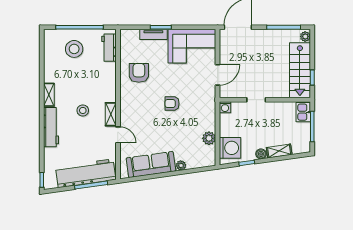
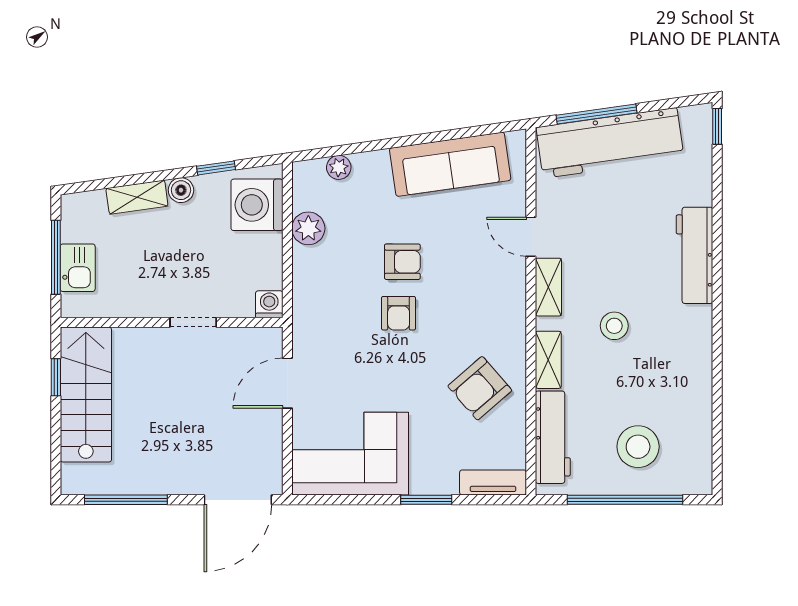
tv unit: (153, 34) -> (493, 483), moved
plant: (305, 36) -> (73, 477), removed
workbench: (109, 48) -> (553, 437), width x1.38
armchair: (139, 73) -> (480, 388), turned 49
shelving: (49, 95) -> (548, 360), moved
armchair: (172, 104) -> (399, 313), turned 90
stool: (83, 110) -> (614, 326), moved
kitchen sink: (303, 112) -> (78, 268), moved
armchair: (171, 125) -> (402, 262), added
plant: (181, 165) -> (339, 167), moved

